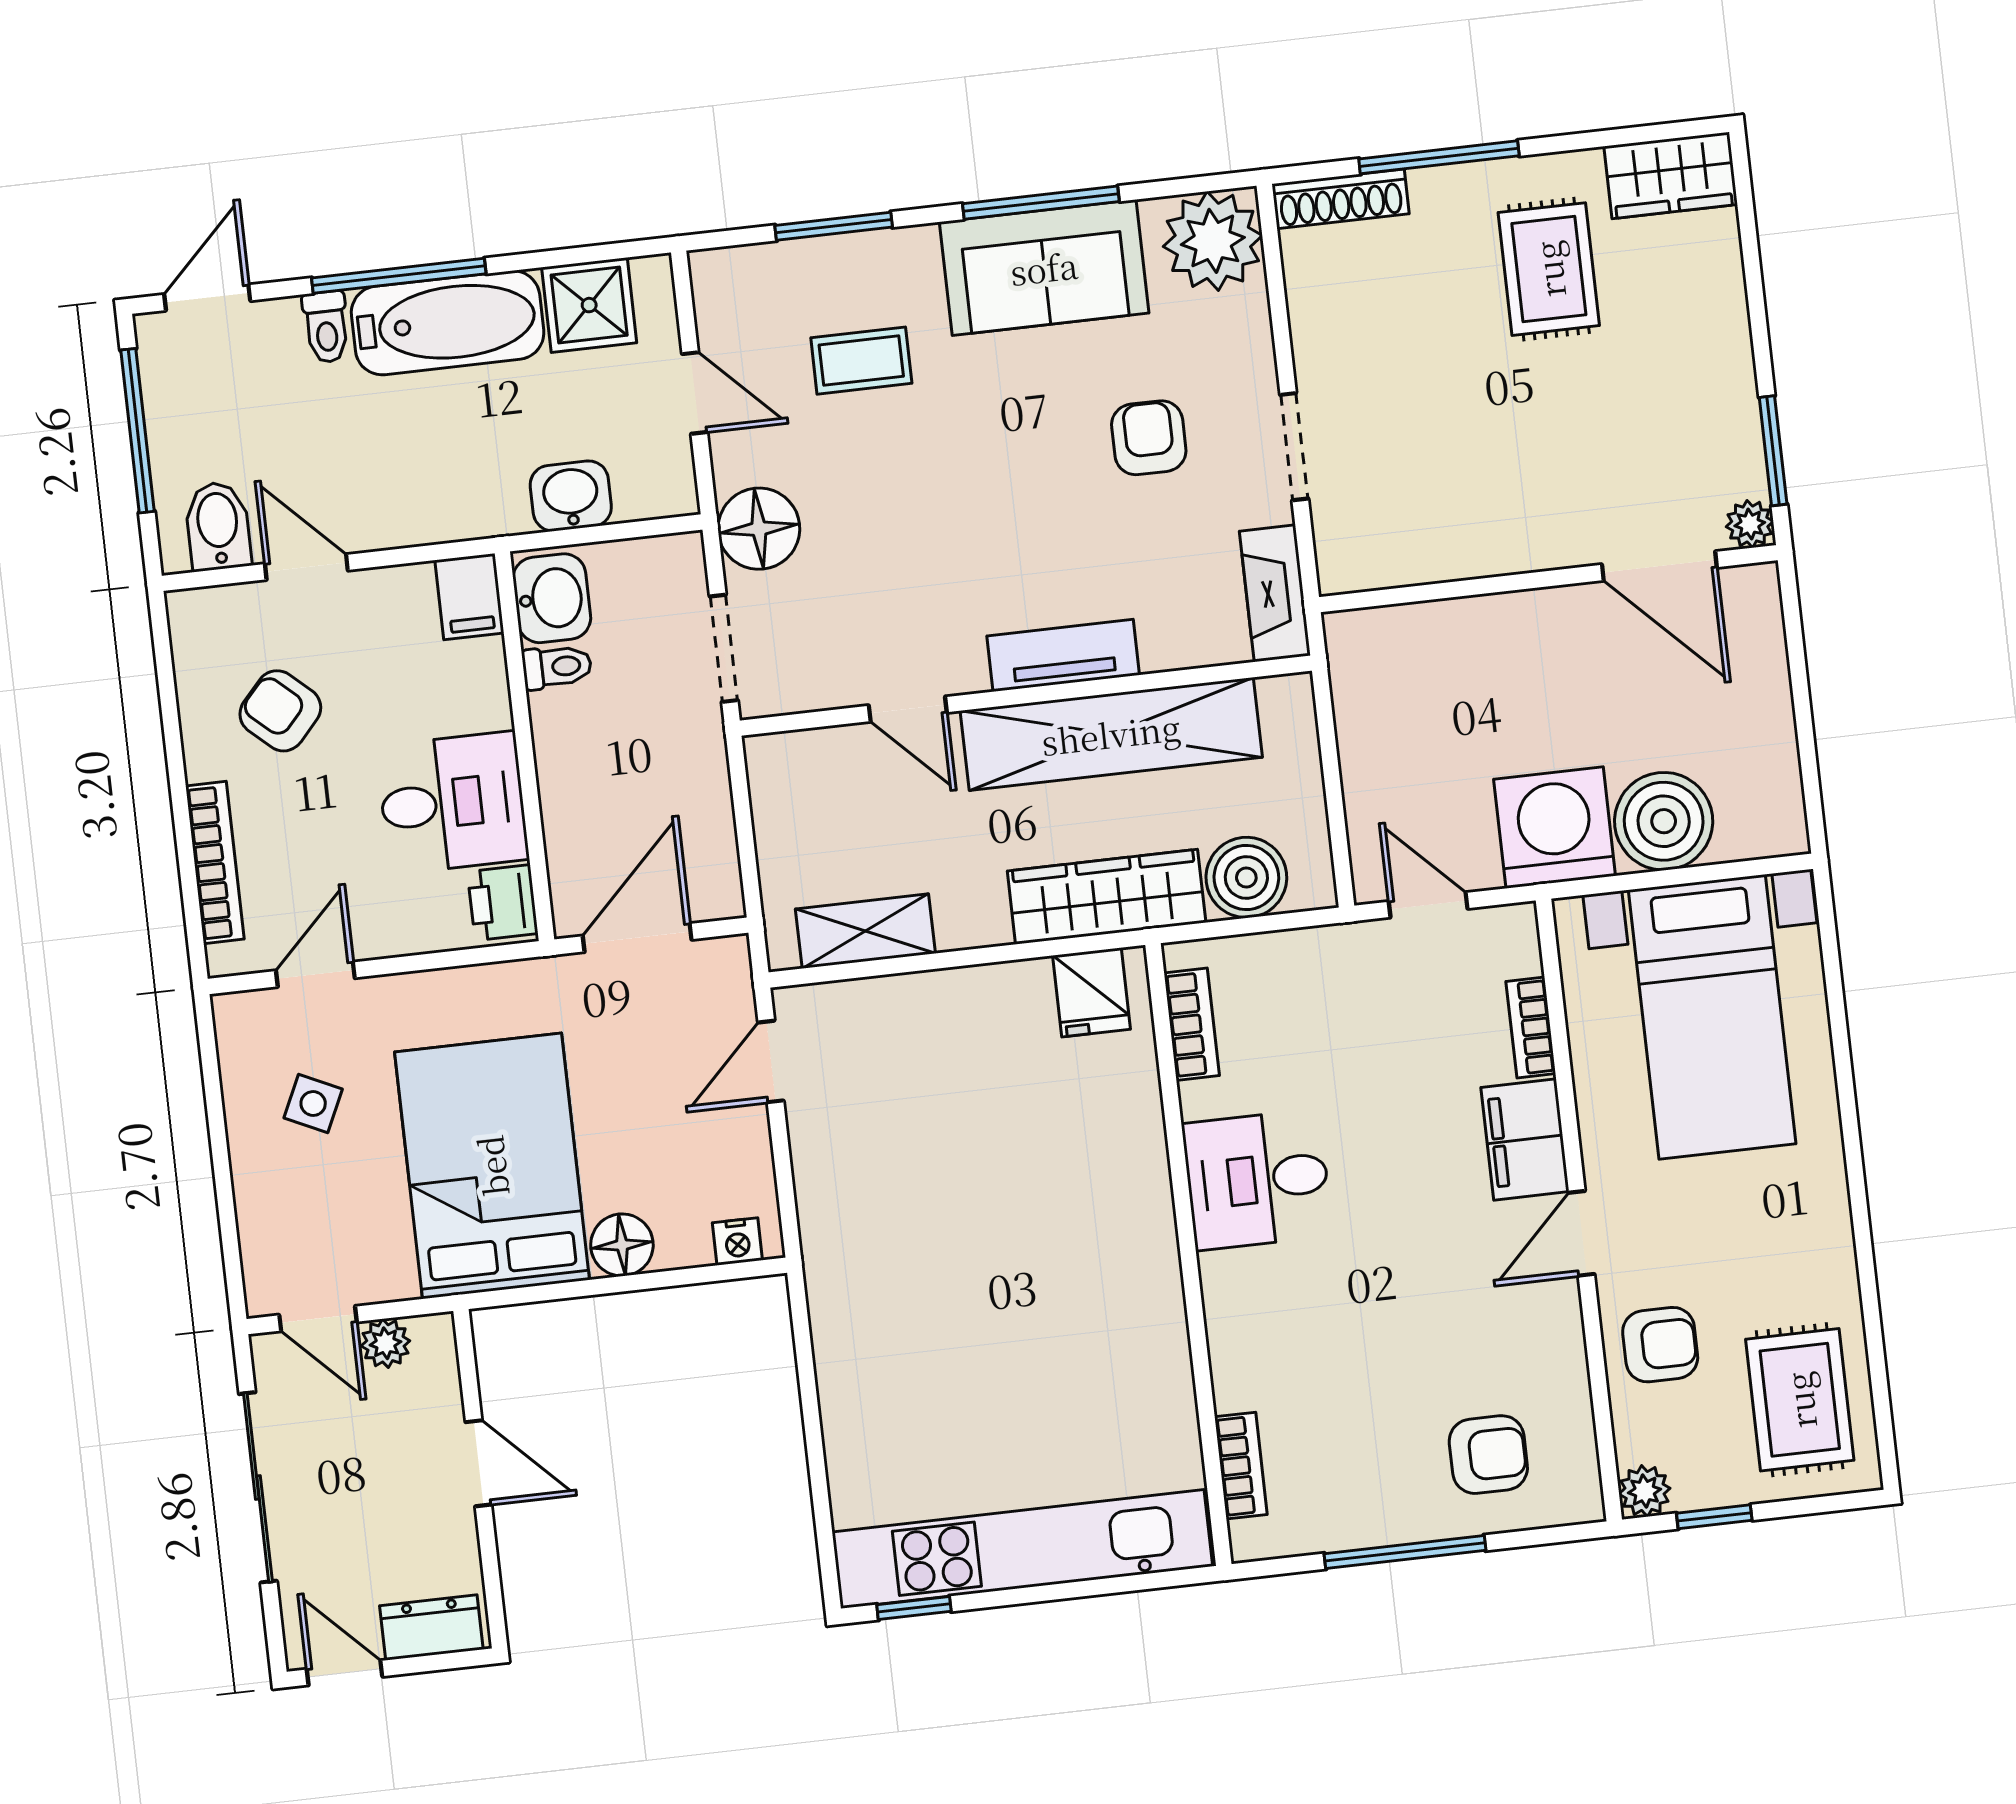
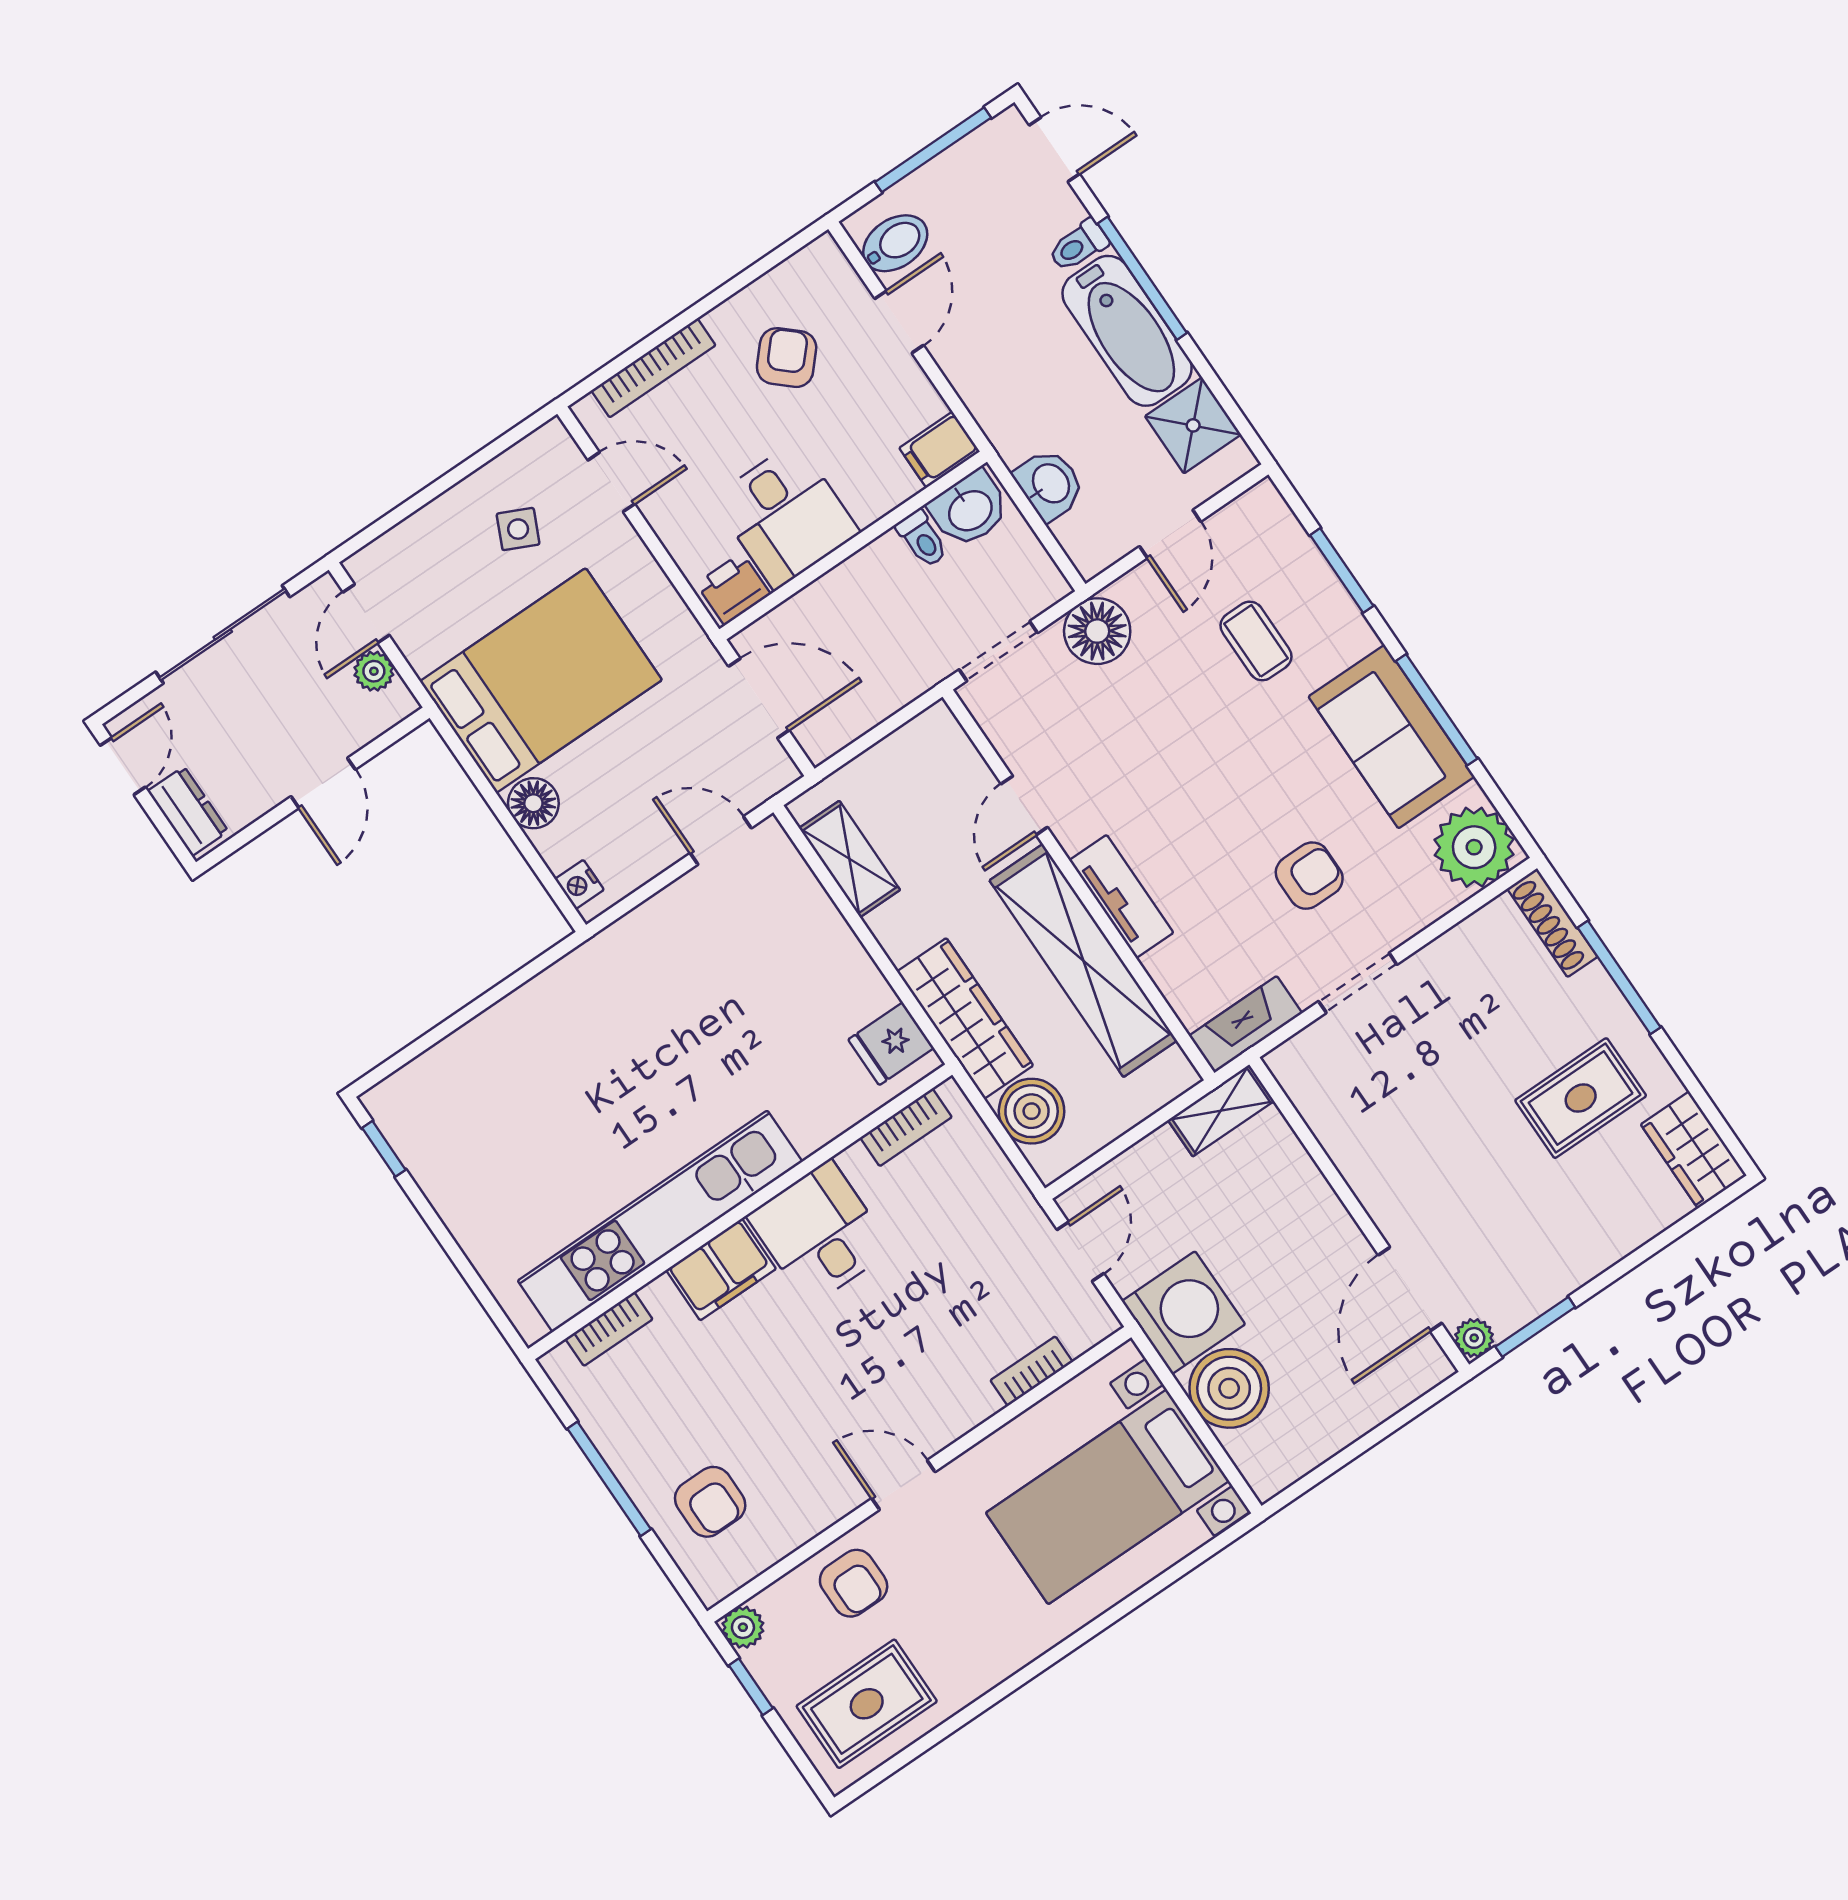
shelving: (1355, 670) -> (1221, 1110), added
filing cabinet: (1525, 1139) -> (721, 1269), moved, turned 180
kitchen unit: (1022, 1549) -> (660, 1221), moved, turned -90

